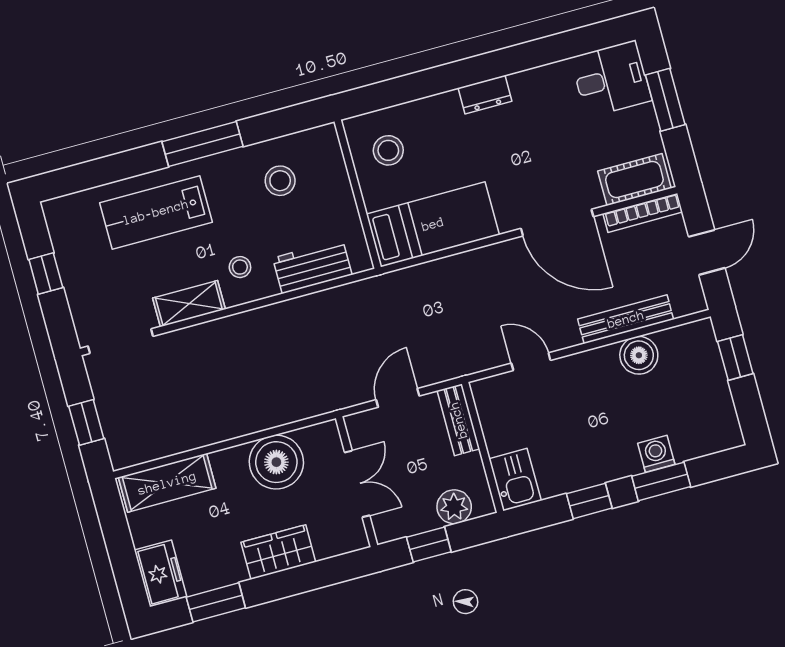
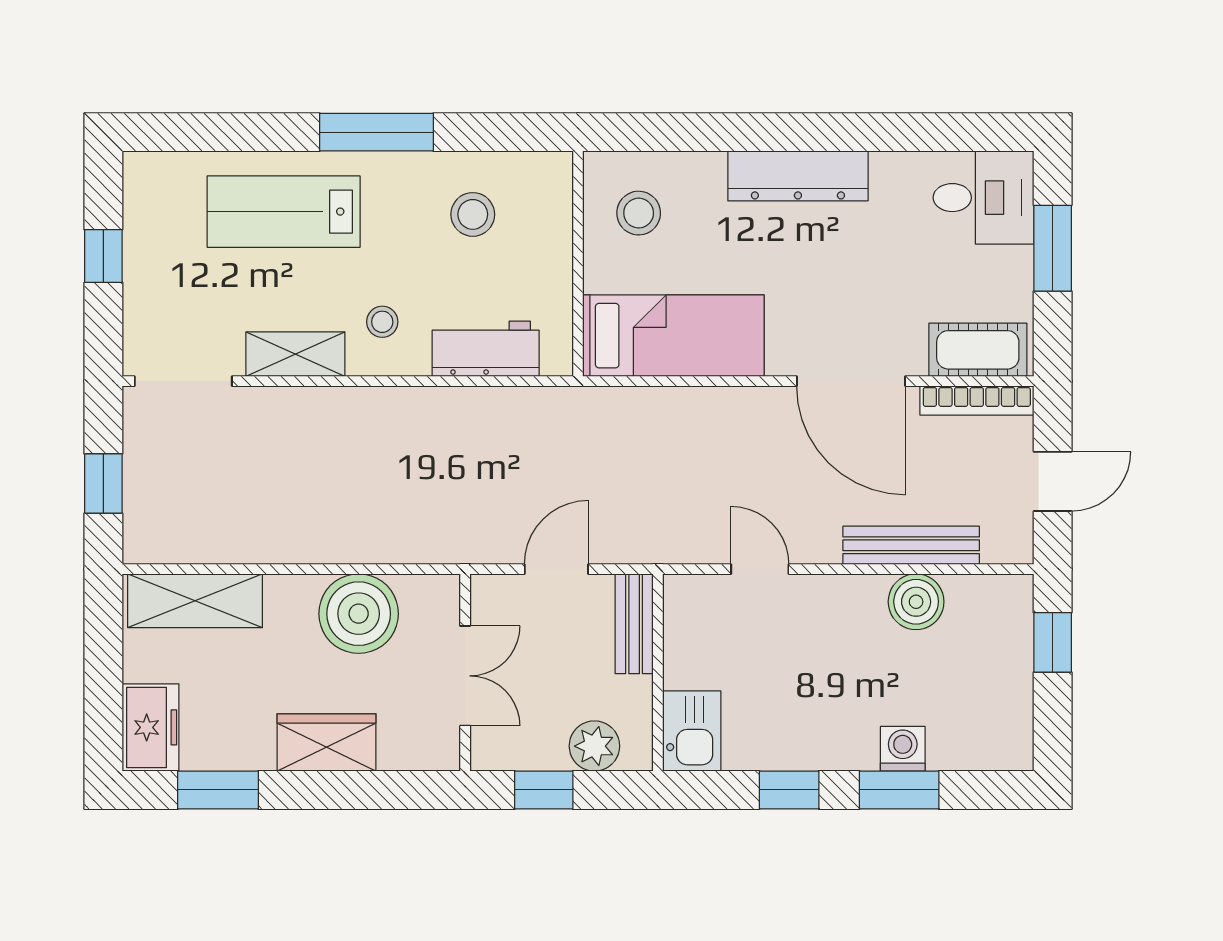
dresser: (485, 95) -> (798, 176), width x1.96, depth x1.24

